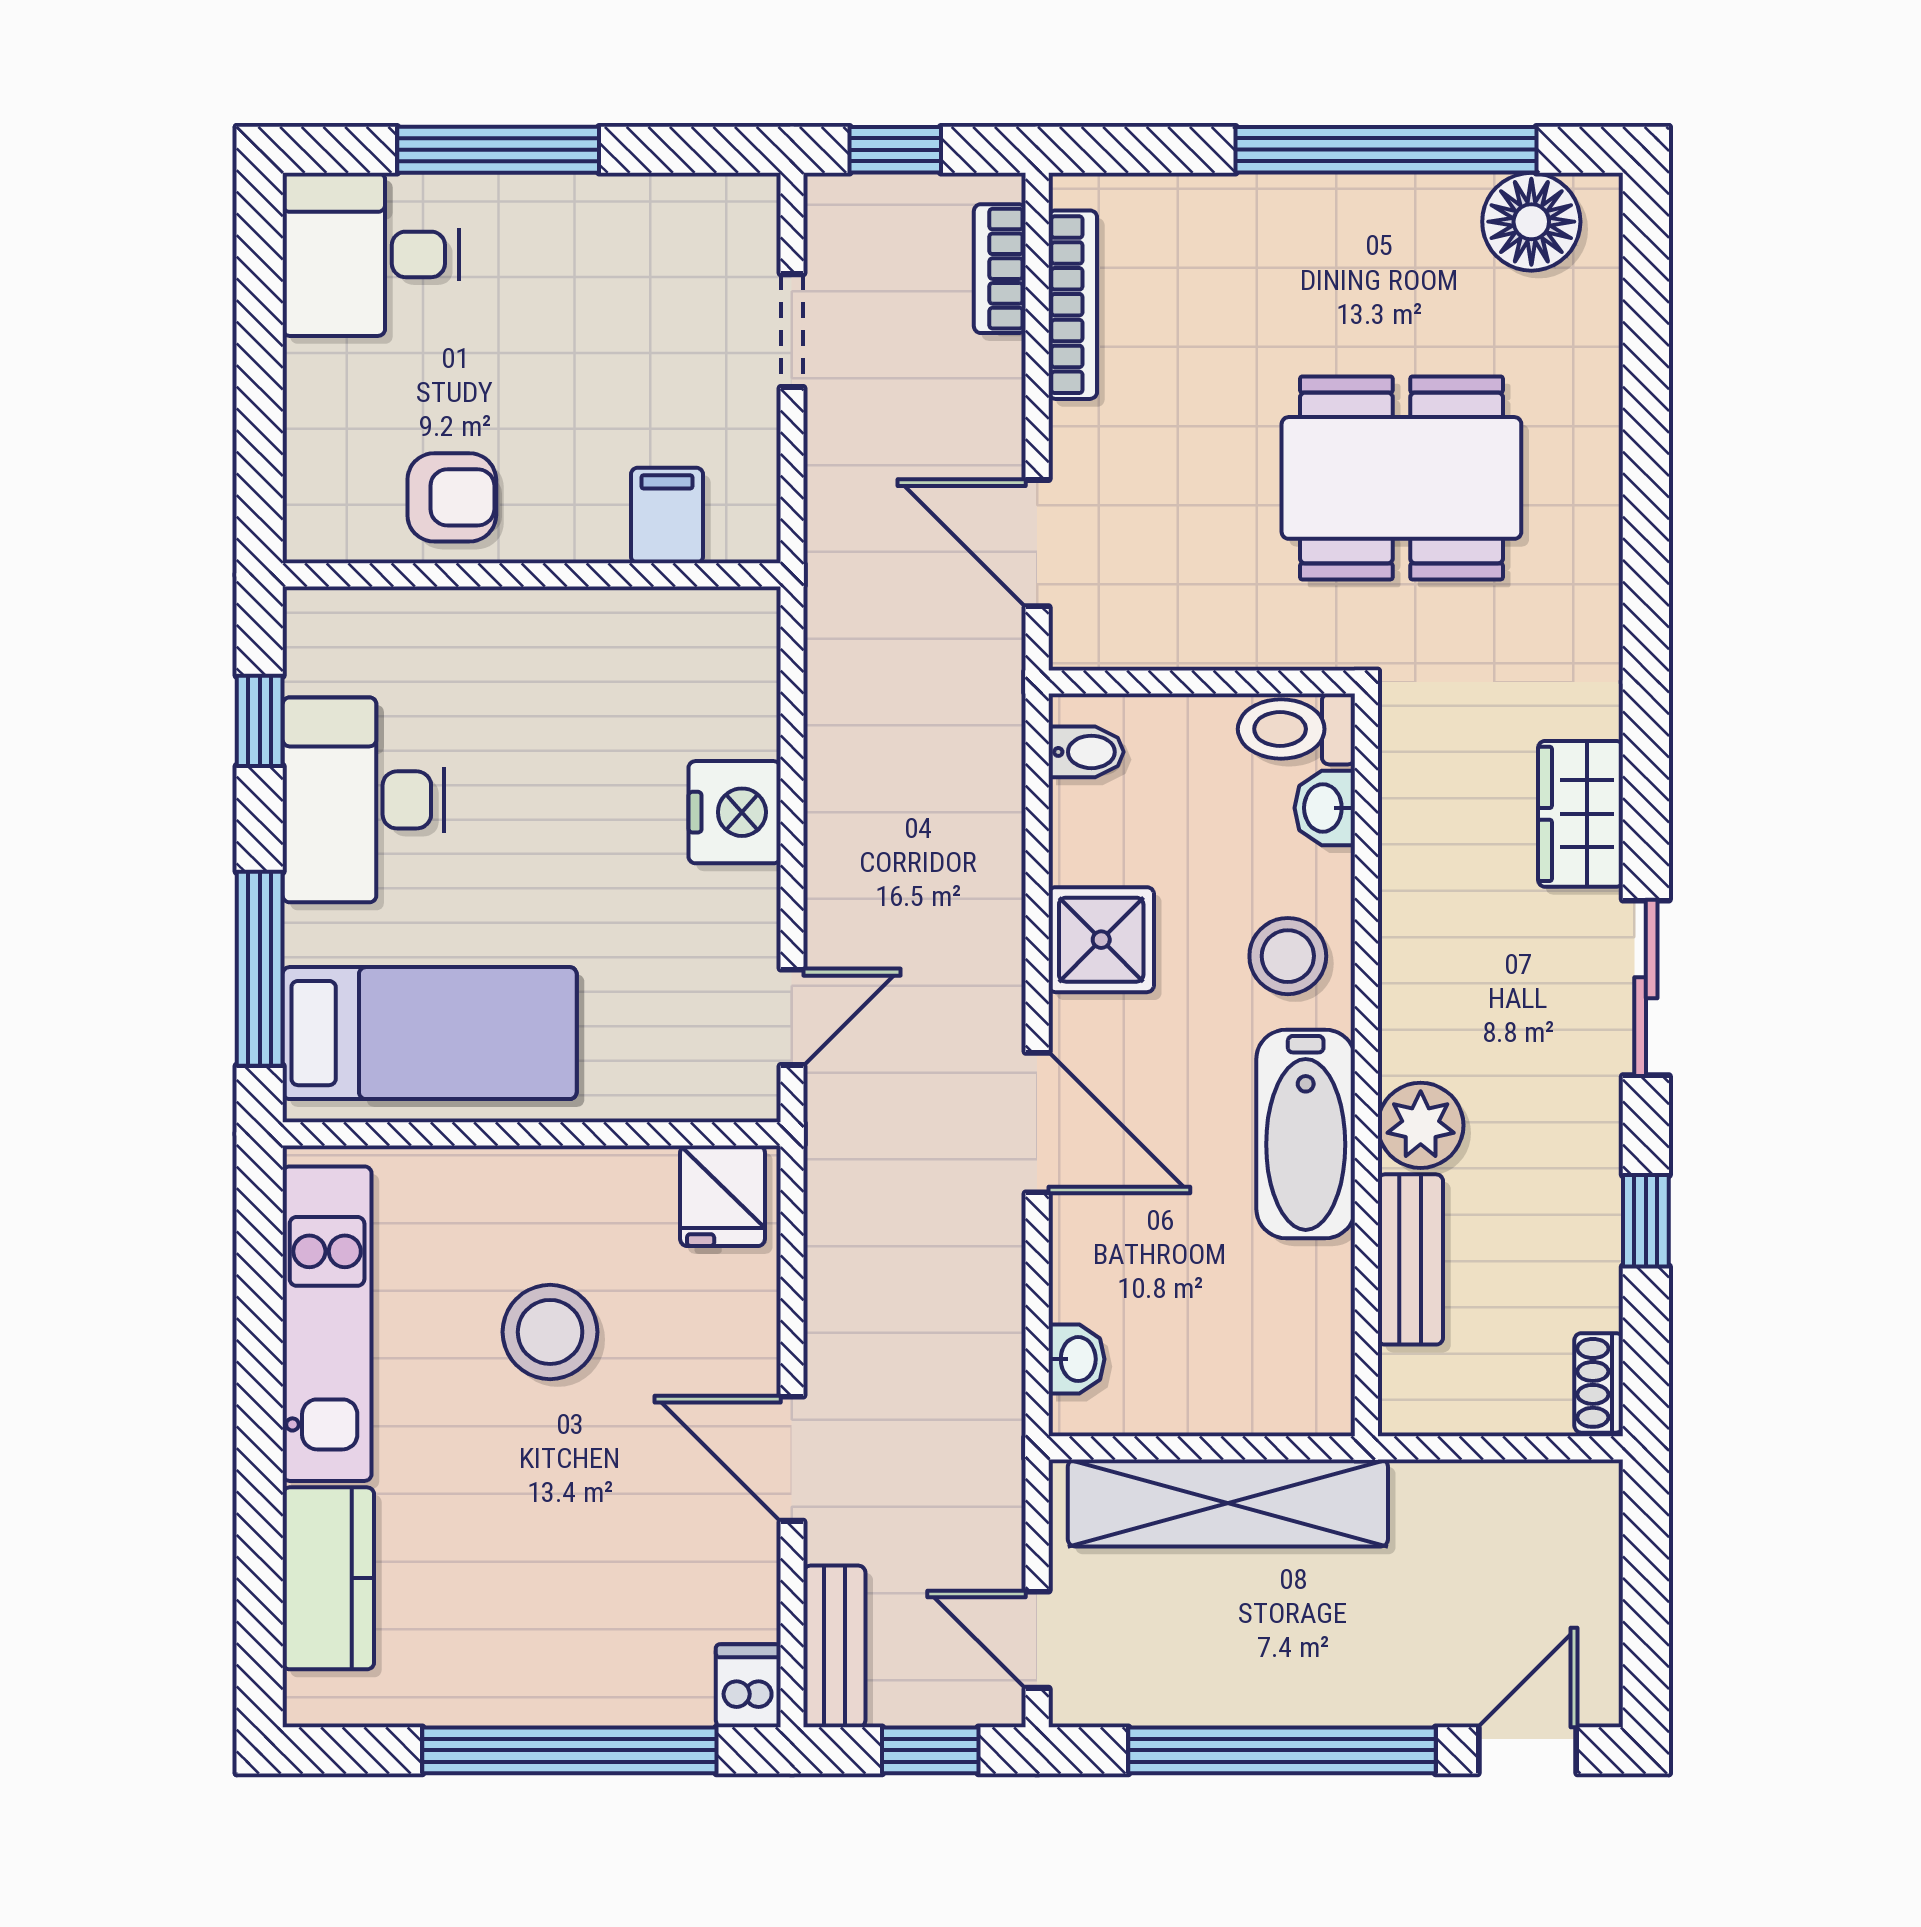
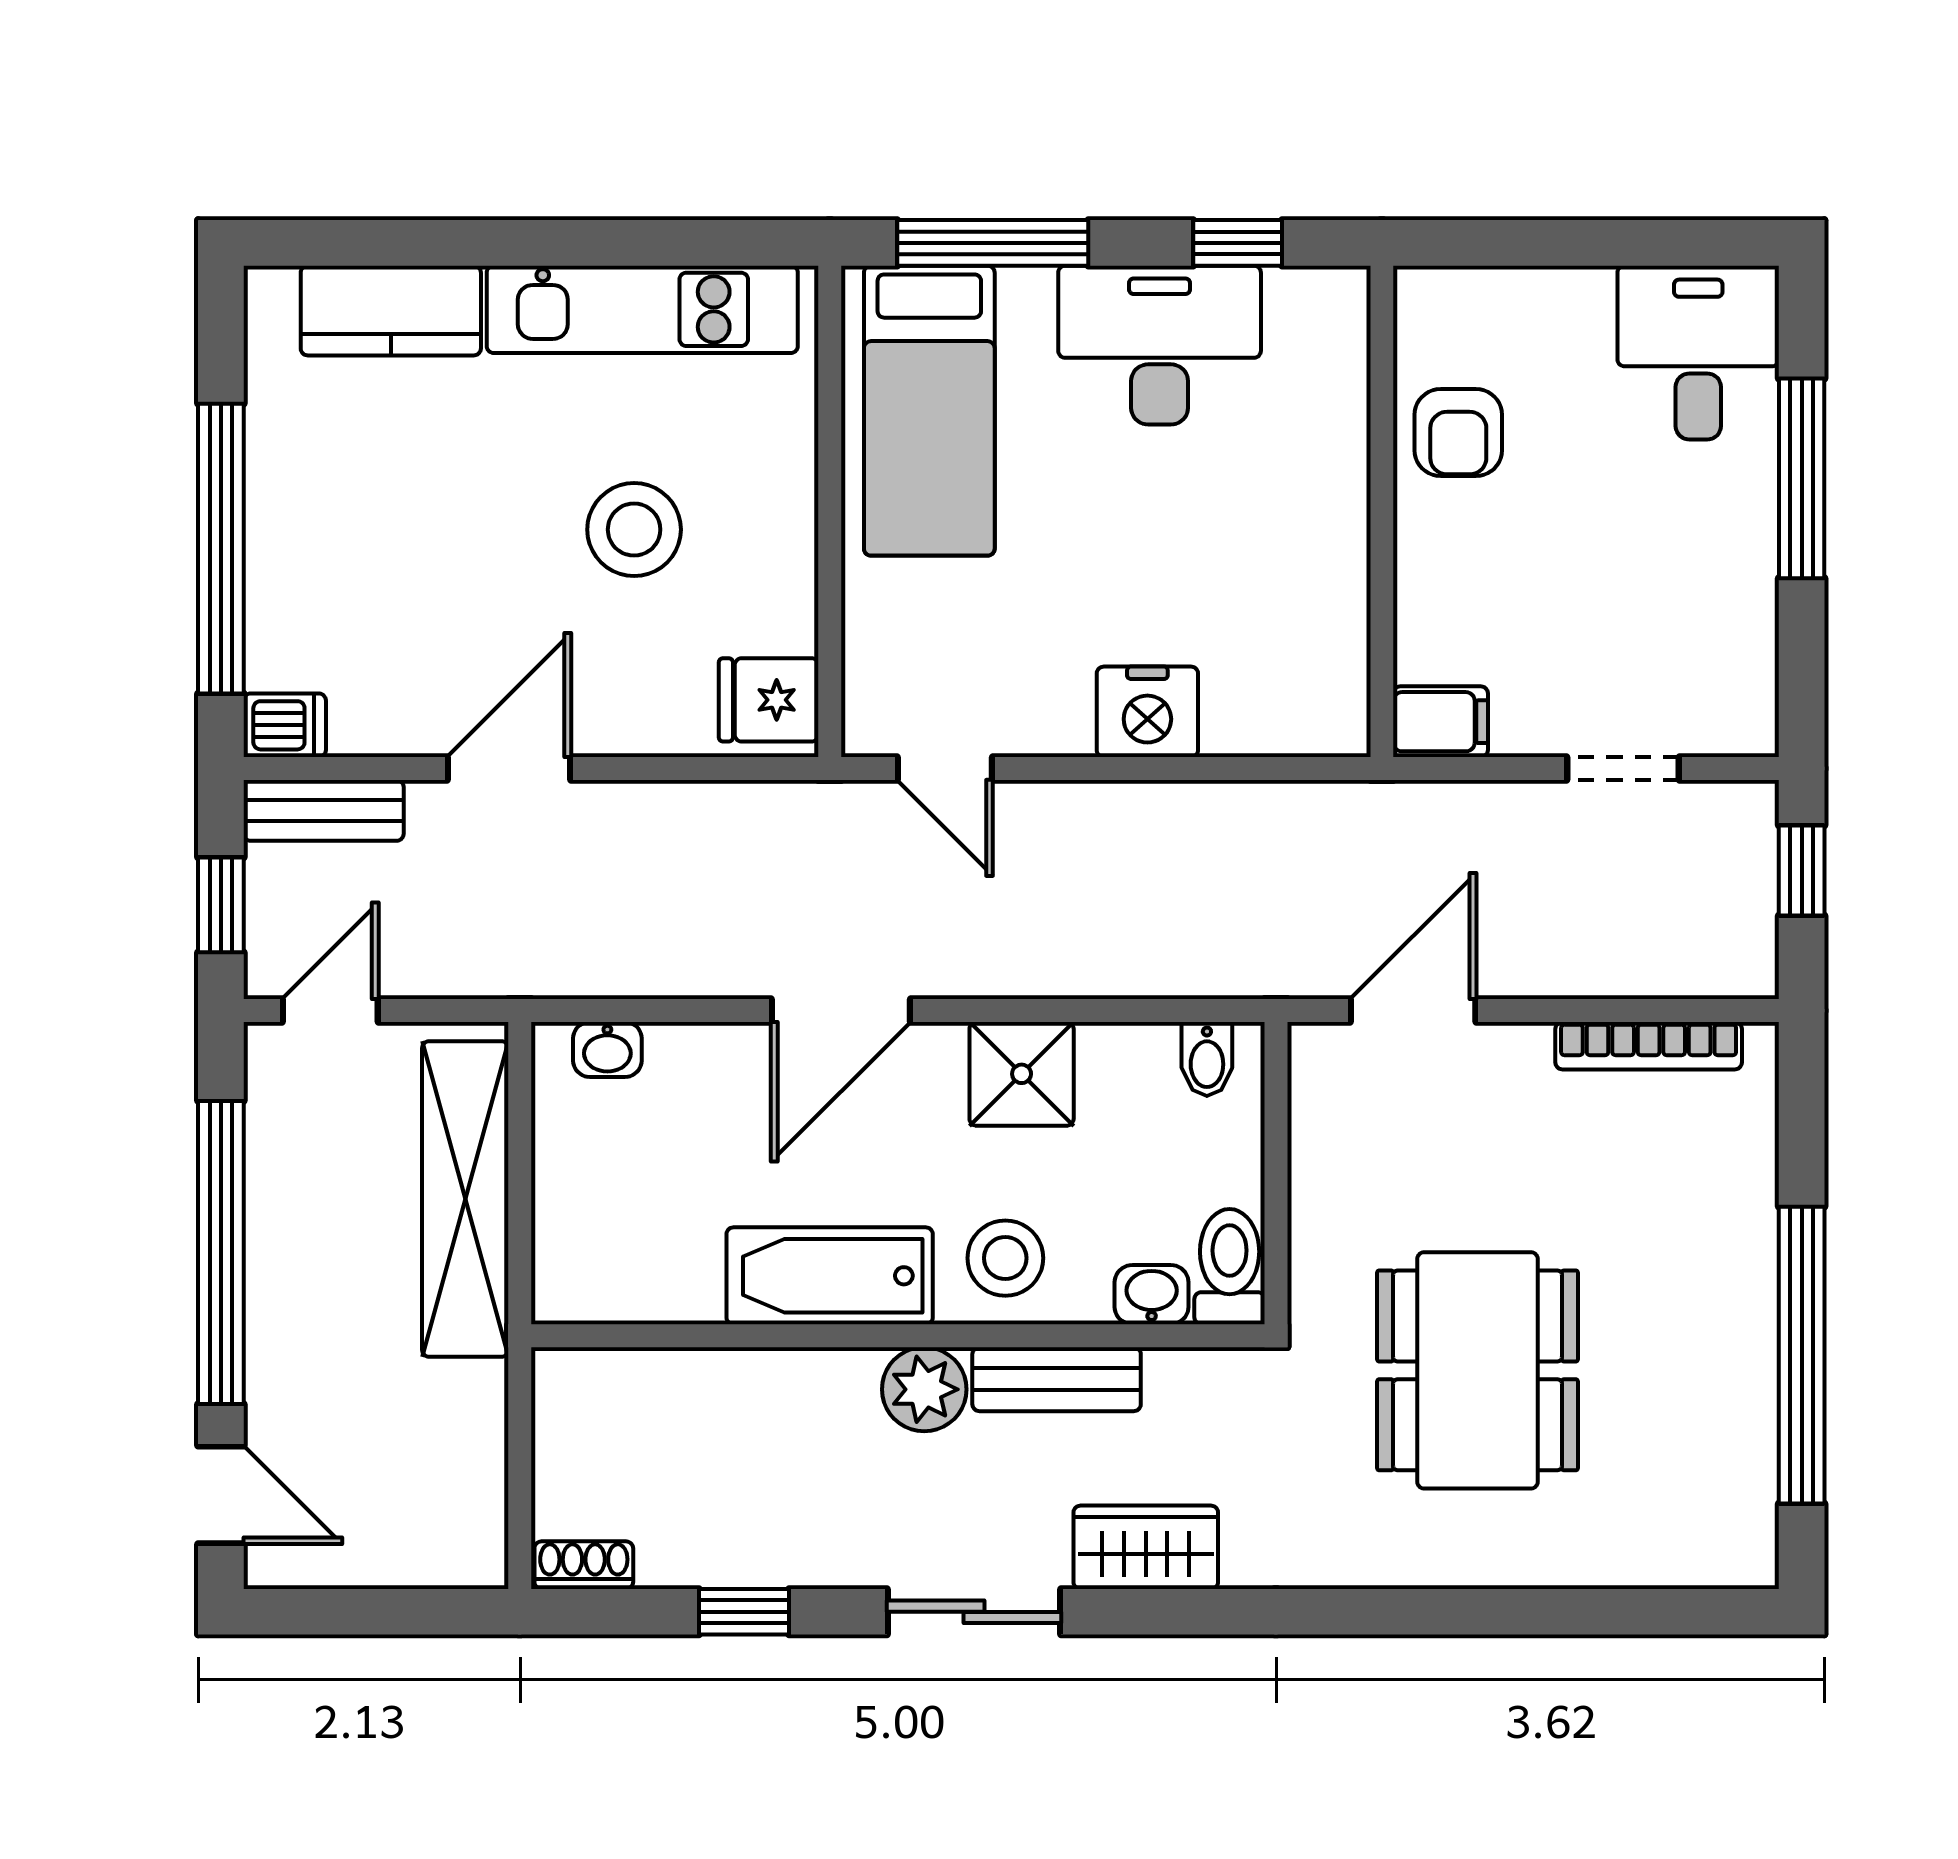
floor lamp: (1531, 222) -> (1731, 1499), removed
bookcase: (1000, 269) -> (1684, 974), removed
filing cabinet: (667, 515) -> (1440, 722), moved
plant: (1421, 1125) -> (924, 1389), moved
bench: (1410, 1259) -> (1057, 1379), moved

